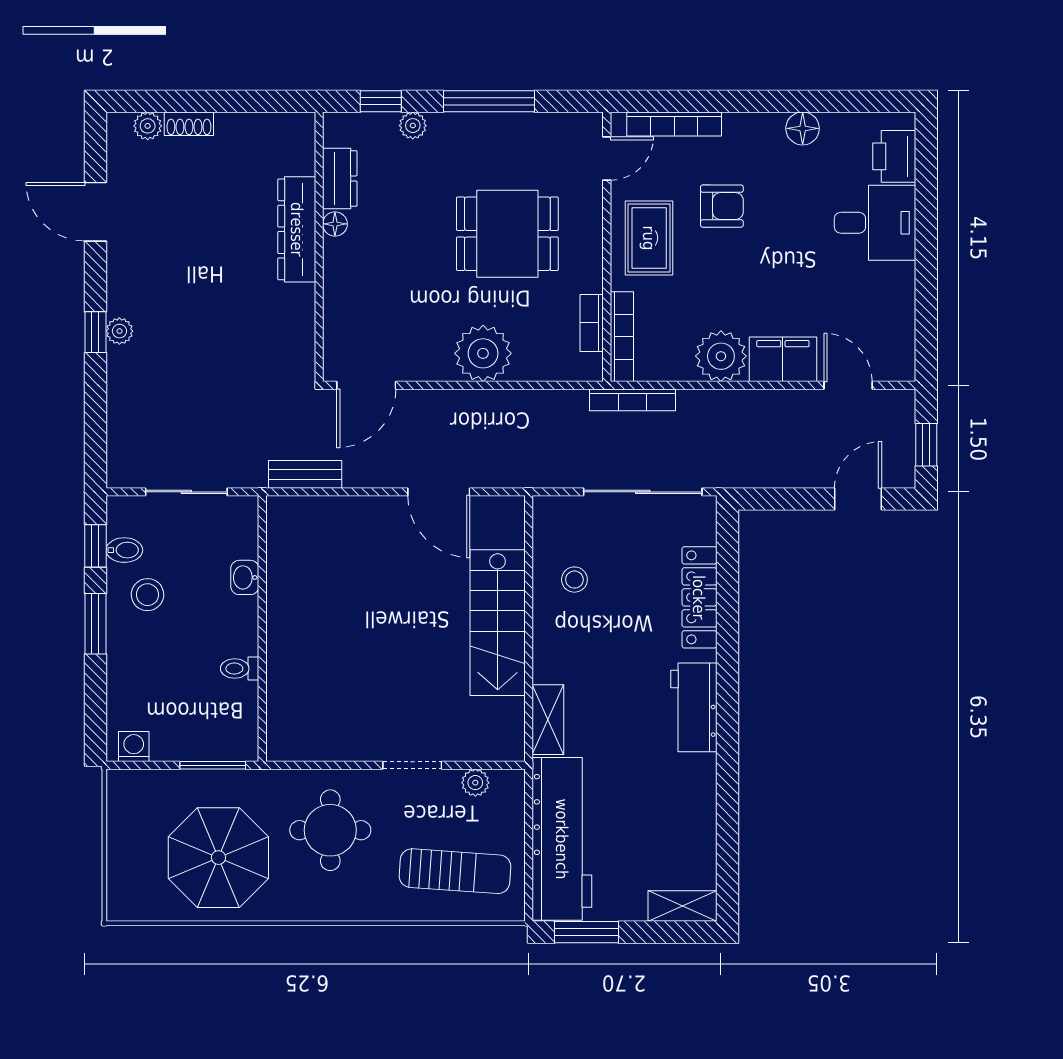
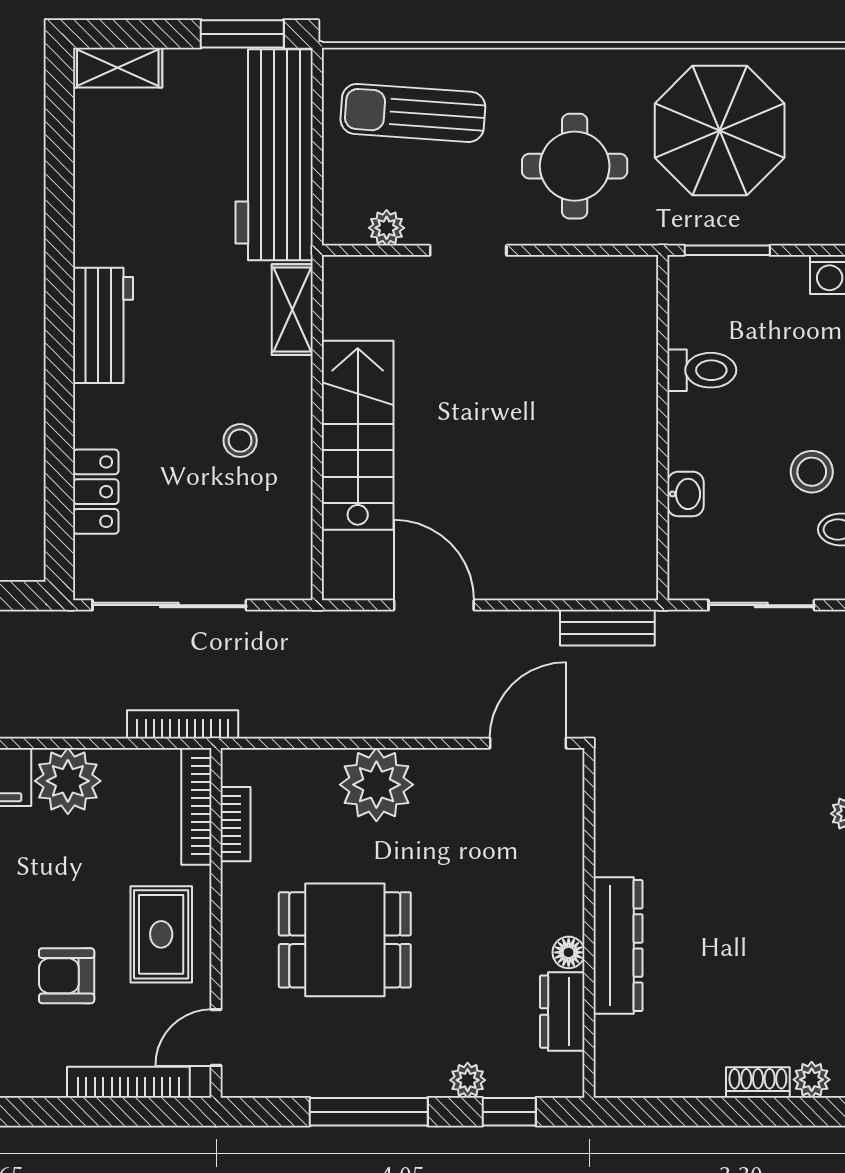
stool: (574, 580) -> (240, 441), moved
locker: (699, 597) -> (96, 492), width x0.66
toilet: (240, 669) -> (702, 370), width x1.37, depth x1.39

